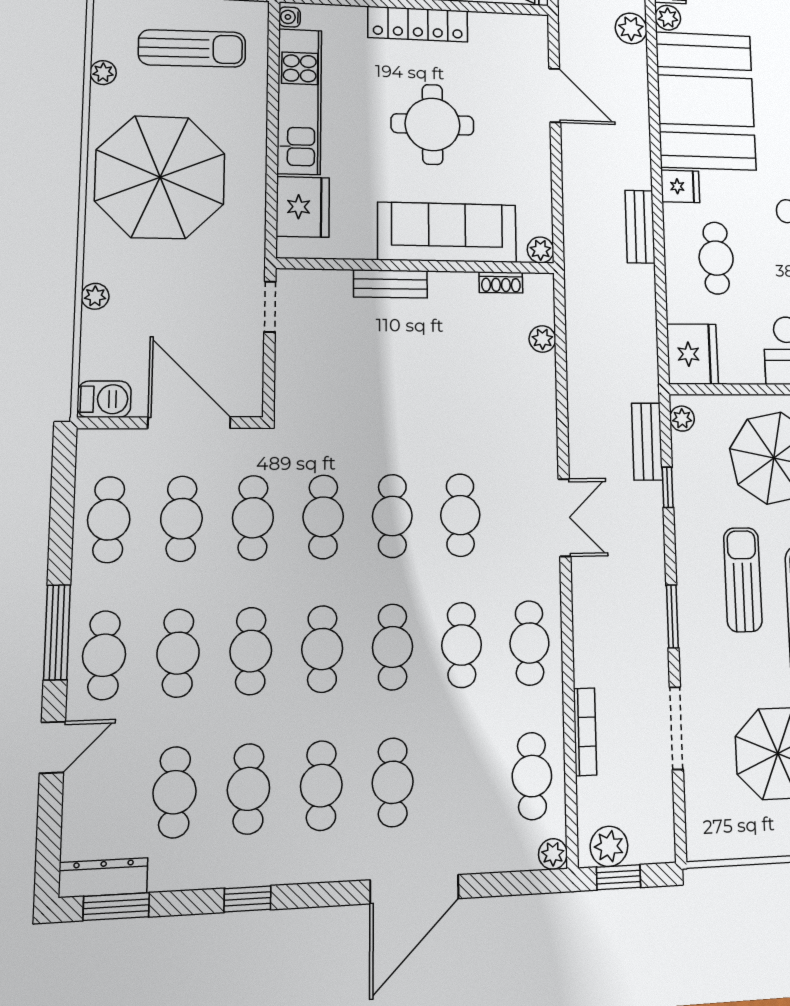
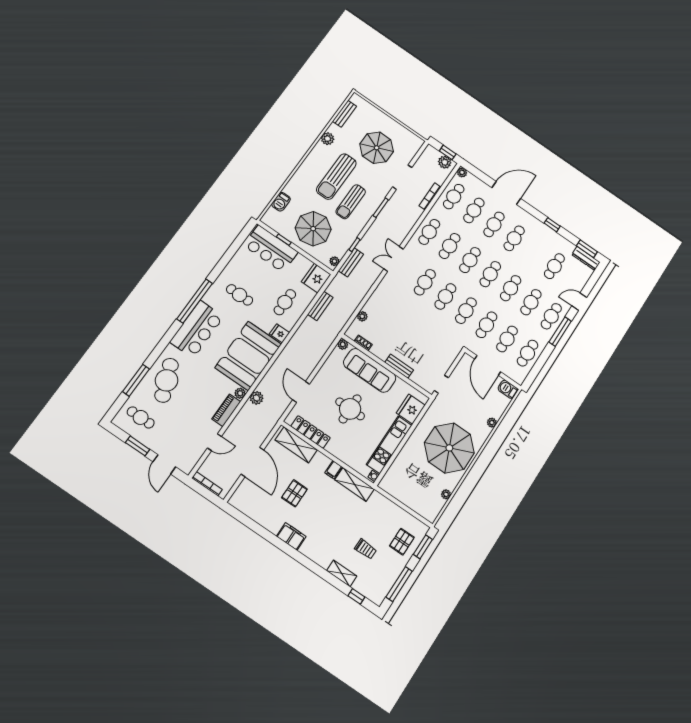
locker: (418, 24) -> (310, 432), moved
sun lounger: (192, 48) -> (413, 485), removed
bench: (640, 227) -> (320, 306), moved
cafe table: (249, 789) -> (474, 210), moved

